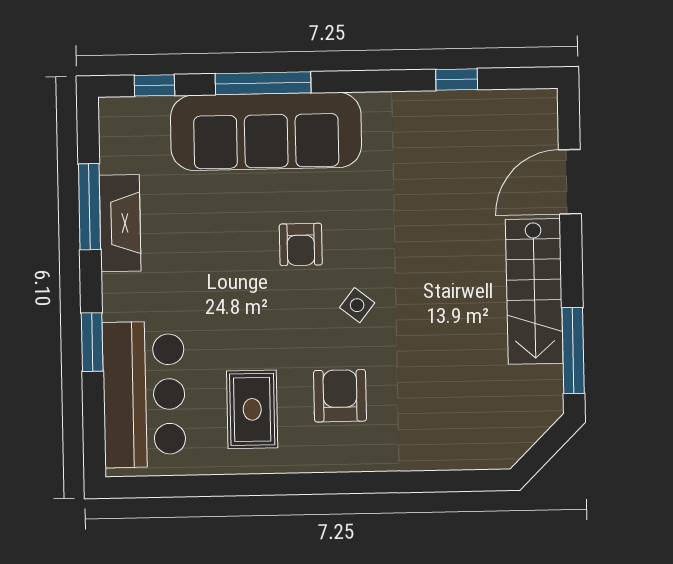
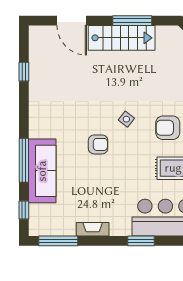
sofa: (266, 131) -> (42, 171), width x0.74, depth x0.79
window: (90, 207) -> (58, 241), moved
fireplace: (120, 223) -> (93, 229), width x0.73, depth x0.76
window: (573, 350) -> (132, 21), moved

